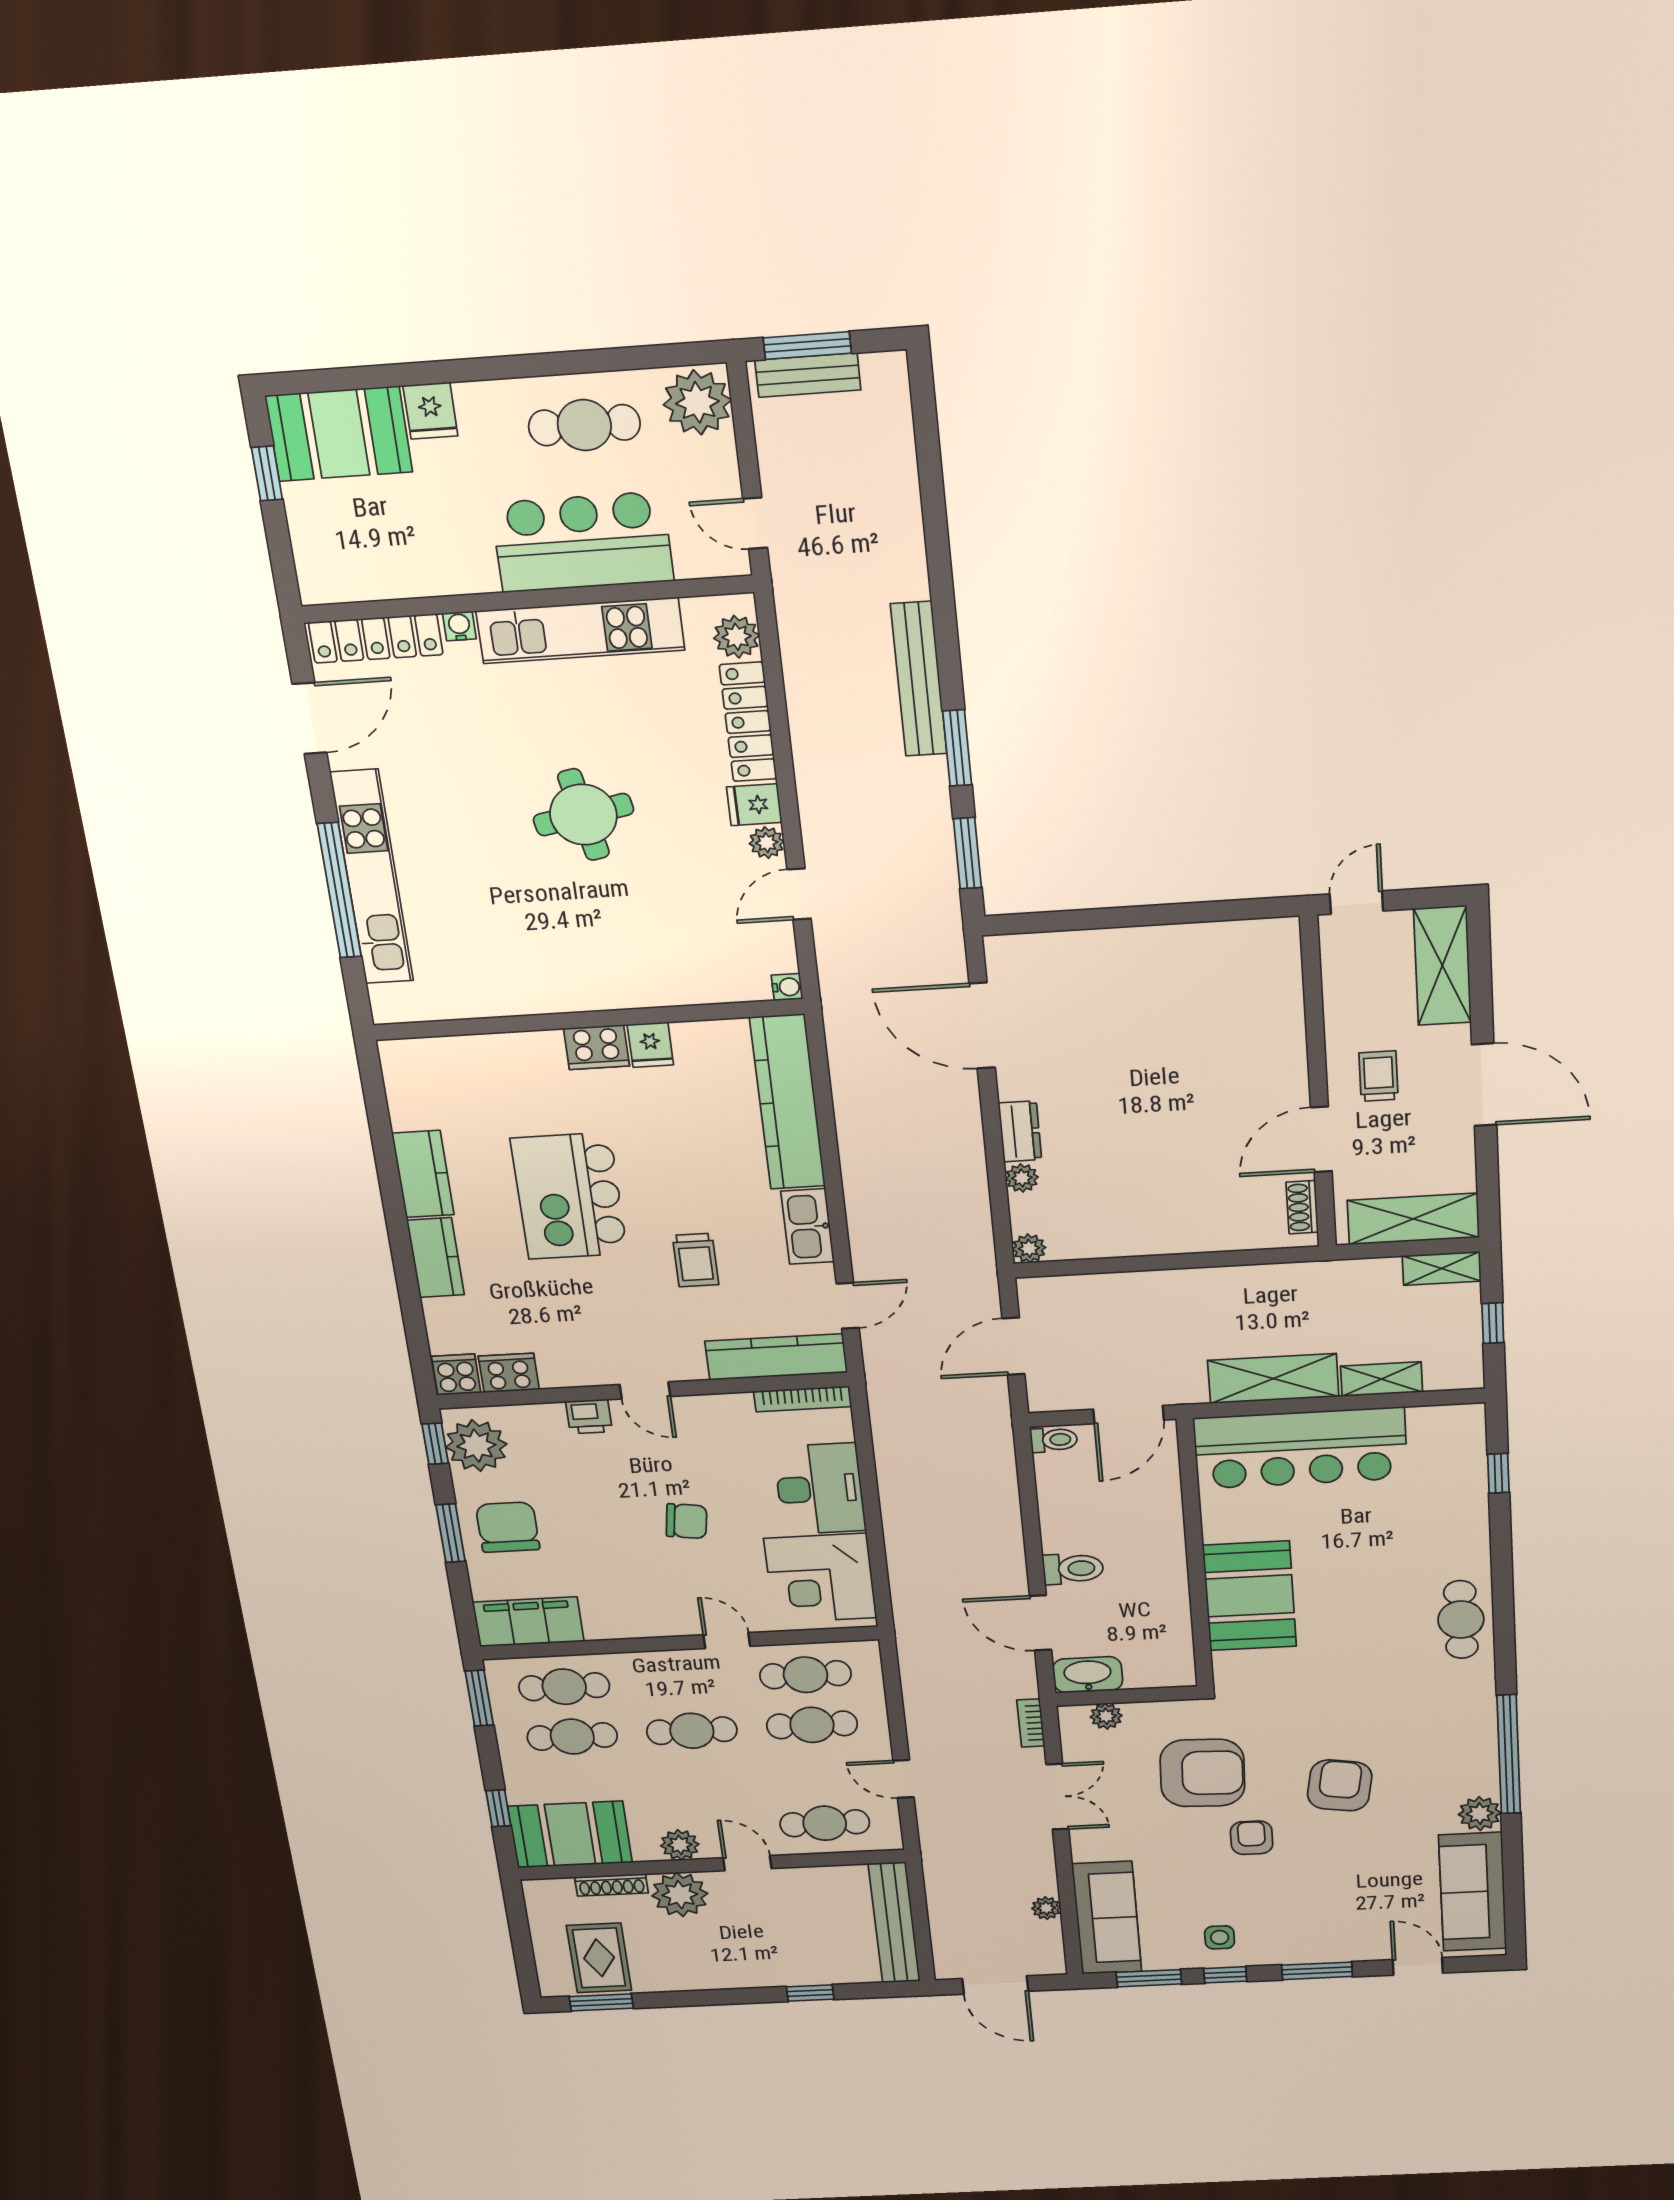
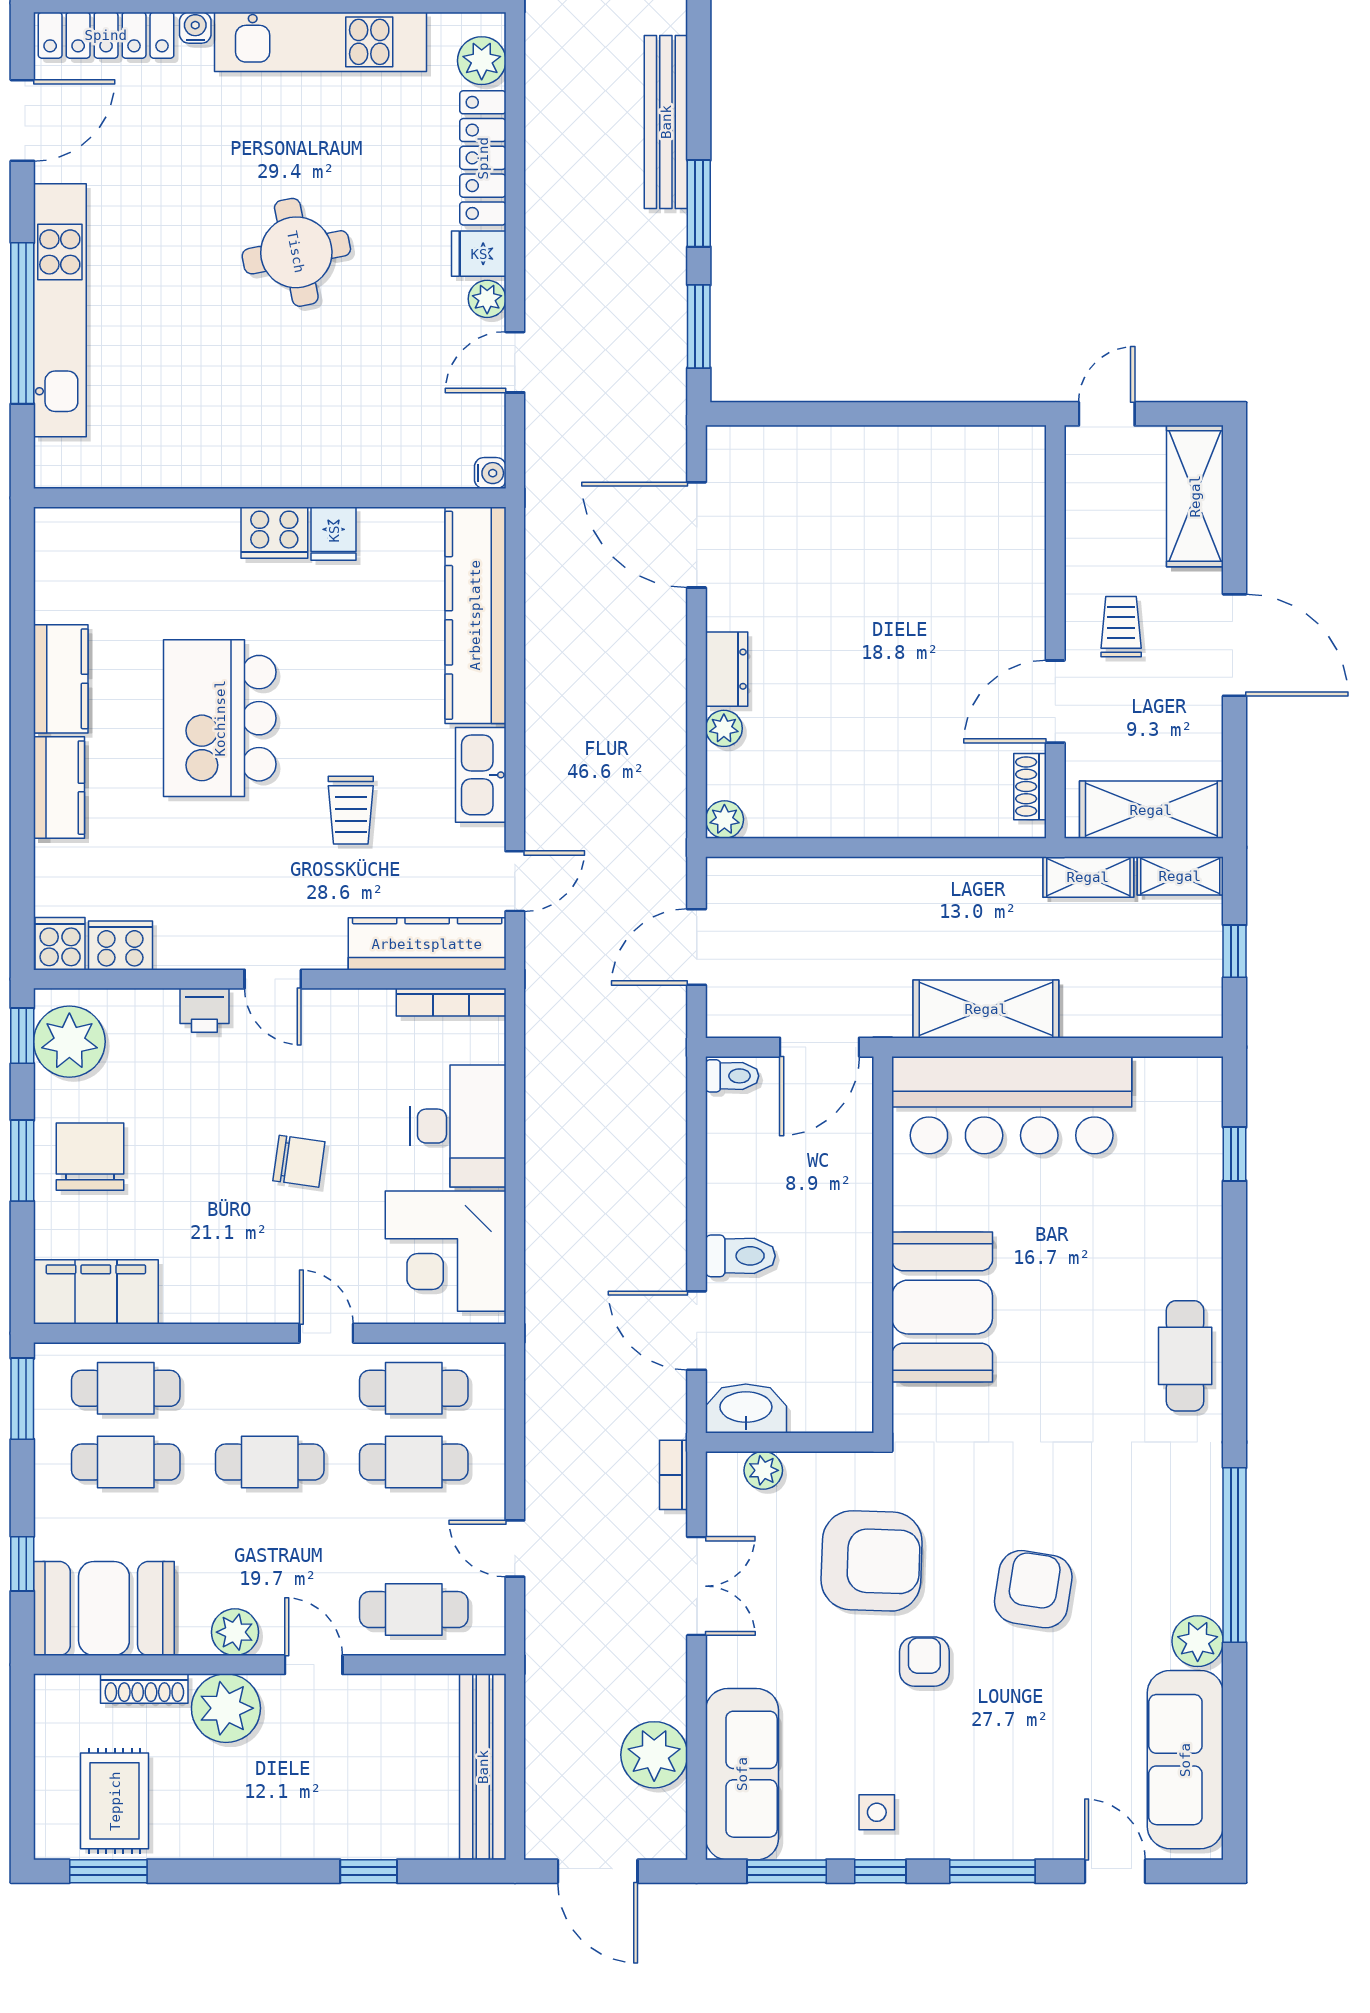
shelving: (1382, 1379) -> (1088, 877), moved
plant: (1046, 1908) -> (654, 1755), width x1.88, depth x1.88

